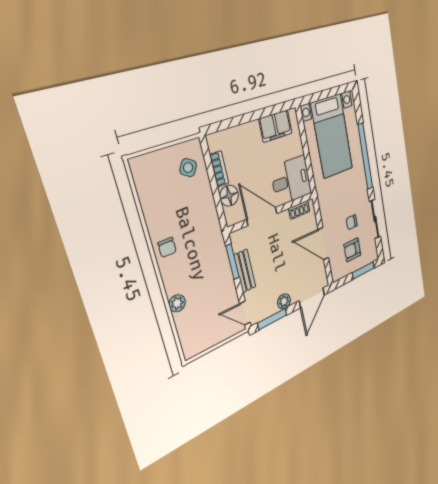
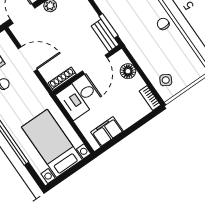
bookcase: (219, 169) -> (150, 98), moved
shoe rack: (299, 210) -> (62, 79), width x1.43
door: (262, 216) -> (95, 65), hinge flipped
bench: (245, 271) -> (105, 35), moved

